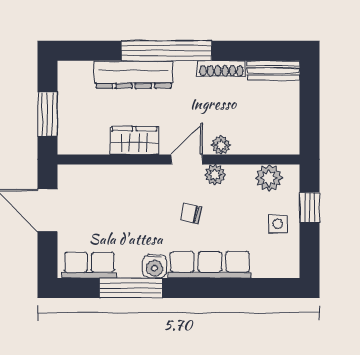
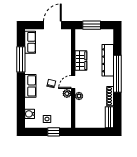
door: (187, 159) -> (73, 82), swing flipped
plant: (269, 178) -> (66, 115), removed
row of seats: (210, 265) -> (30, 86), width x0.68
water cooler: (155, 266) -> (30, 114), moved

